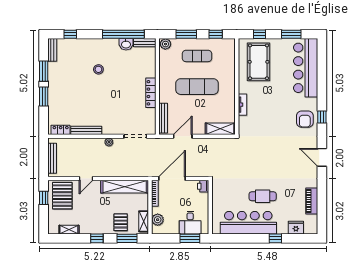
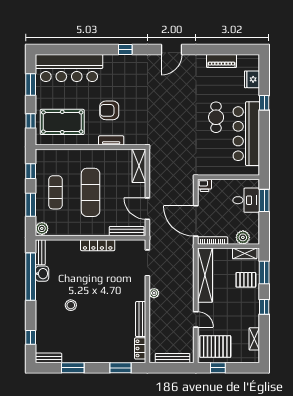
window: (44, 96) -> (120, 368), moved
armchair: (305, 119) -> (109, 110), moved, turned 180

